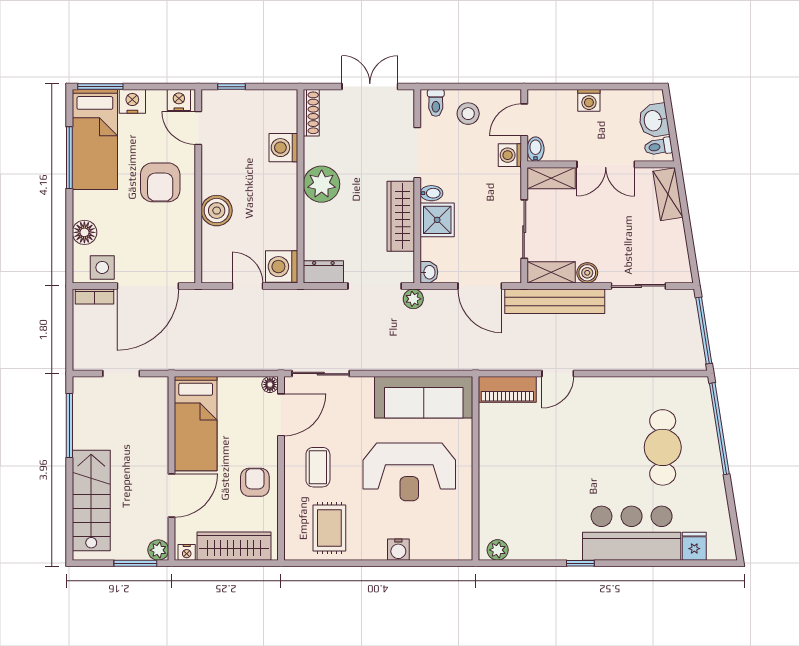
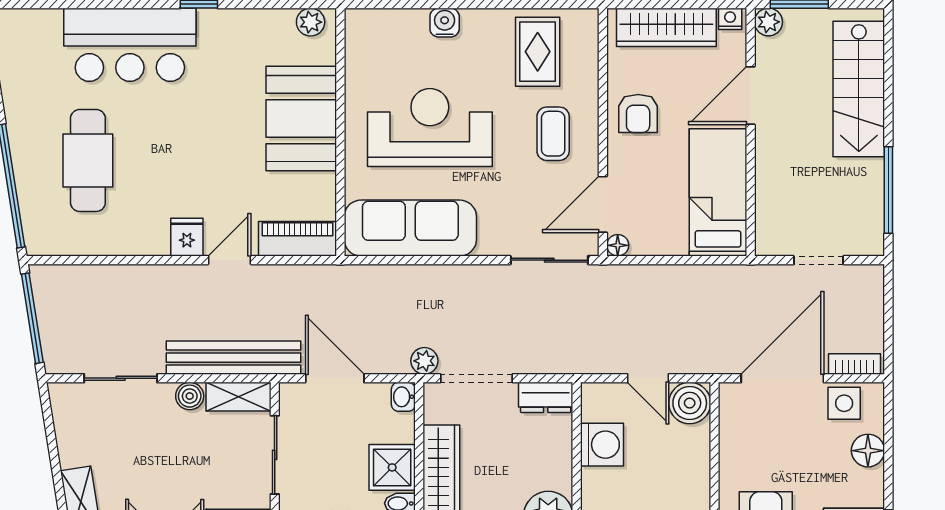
boiler: (217, 211) -> (690, 403), moved
washing machine: (282, 267) -> (602, 445), moved
booth: (505, 479) -> (301, 118), added
fridge: (694, 546) -> (187, 237), moved, turned 180

